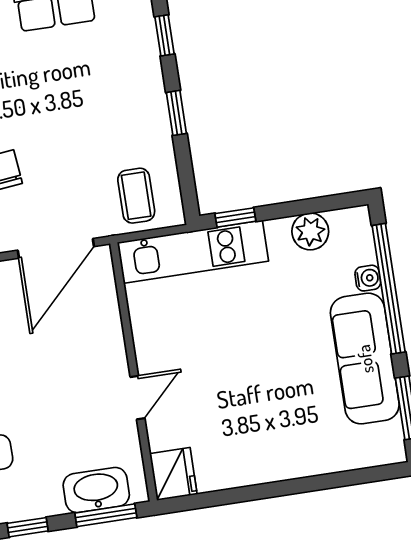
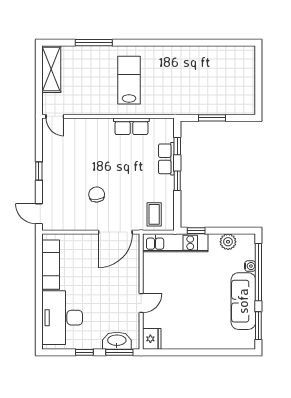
row of seats: (145, 68) -> (166, 159), added

